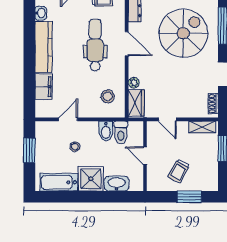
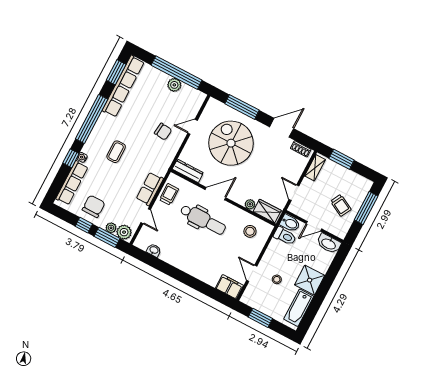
dental chair: (95, 45) -> (203, 220), turned 180
kitchen counter: (44, 47) -> (182, 262), removed
filing cabinet: (44, 87) -> (229, 287), moved
door: (167, 119) -> (294, 193), swing flipped
bidet: (106, 131) -> (290, 223), moved
washbasin: (117, 184) -> (329, 244), moved, turned -90
window: (189, 197) -> (366, 208), width x1.44

